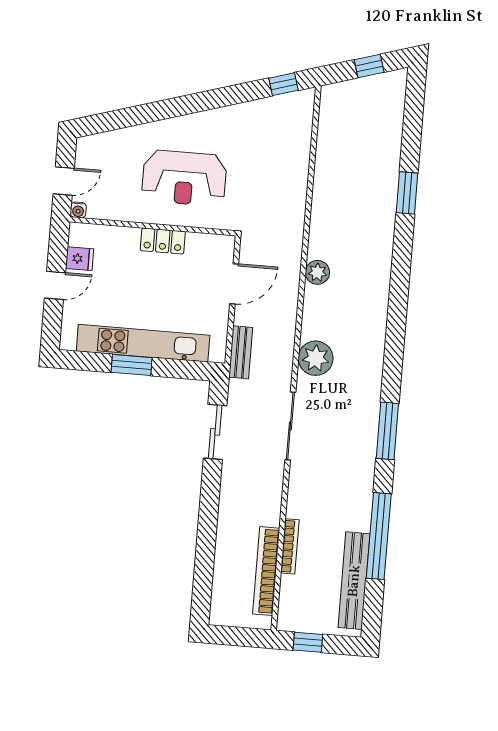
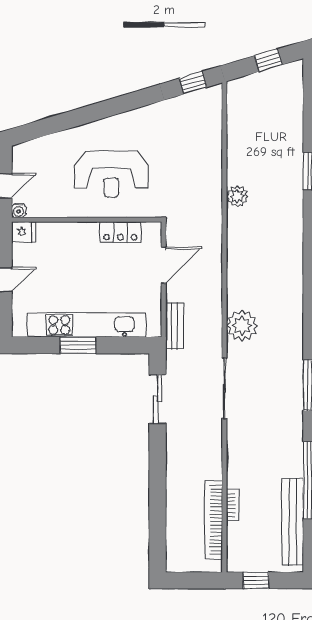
locker: (163, 241) -> (120, 232), moved
fridge: (80, 259) -> (23, 232), moved
plant: (317, 272) -> (237, 196), moved
bookcase: (290, 546) -> (233, 505), width x0.64

